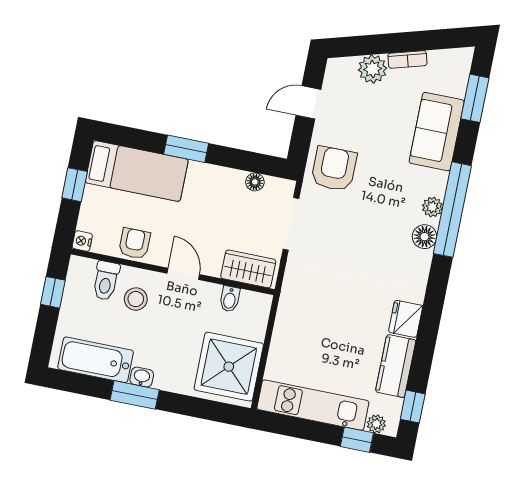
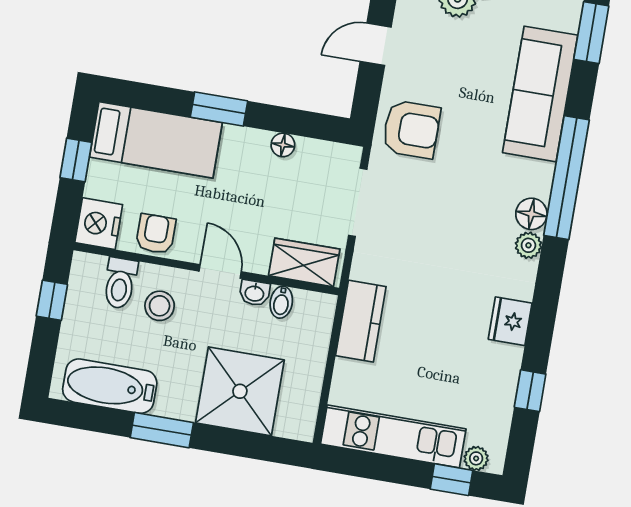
sofa: (437, 132) -> (540, 94), width x1.36
armchair: (334, 169) -> (411, 129), turned 90
floor lamp: (255, 182) -> (283, 145), moved
plant: (432, 207) -> (528, 245), moved
nightstand: (82, 241) -> (99, 224), width x1.89, depth x1.79
kitchen counter: (396, 366) -> (361, 321), moved, turned 180
shower: (229, 367) -> (240, 391), moved
washbasin: (142, 377) -> (254, 293), moved, turned 180
window: (413, 407) -> (530, 391), moved

